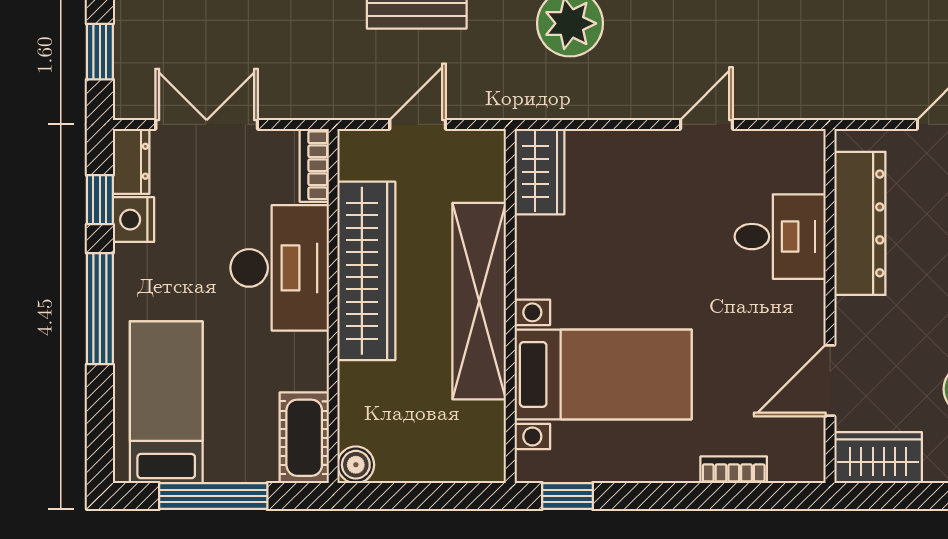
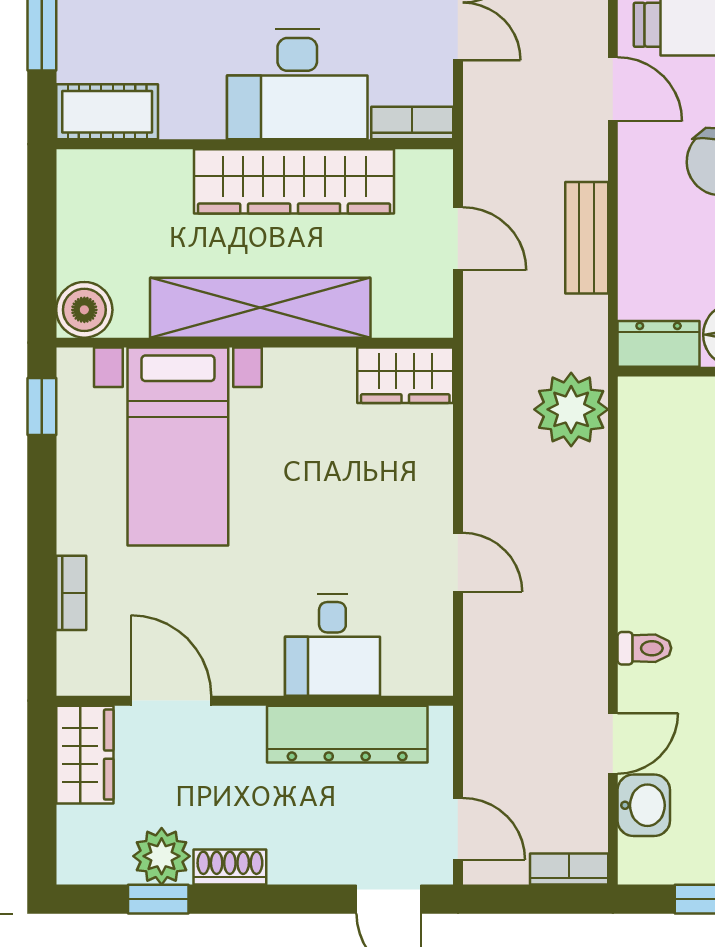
boiler: (356, 465) -> (84, 310), moved, width x1.36, depth x1.36

